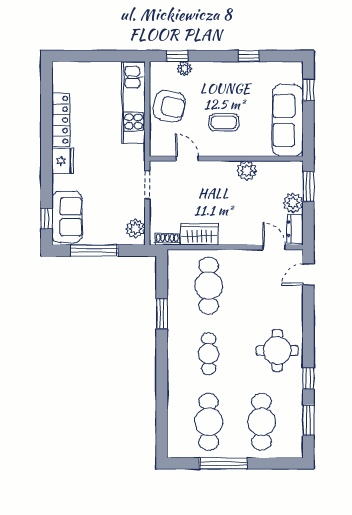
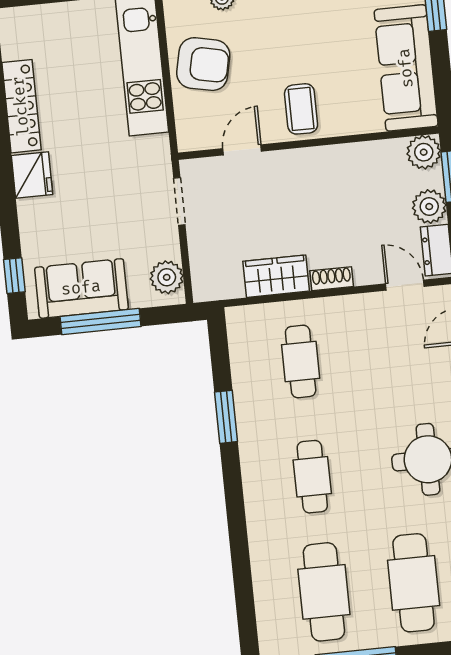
coffee table: (224, 122) -> (301, 109), moved, turned 90
door: (187, 159) -> (242, 150), hinge flipped
plant: (247, 171) -> (424, 152), moved
sofa: (67, 217) -> (81, 288), moved, turned -90
shoe rack: (167, 239) -> (332, 279), moved
cafe table: (209, 286) -> (301, 361), width x0.73, depth x0.74

